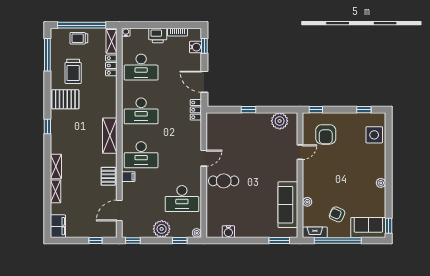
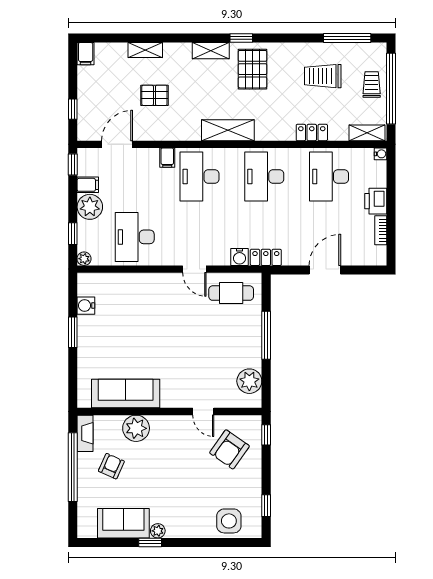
window: (204, 46) -> (360, 270), removed
water cooler: (196, 47) -> (240, 257), moved
locker: (111, 65) -> (312, 132), moved
door: (204, 82) -> (325, 270), moved
pallet: (65, 99) -> (253, 69), moved
window: (248, 110) -> (266, 335), width x2.17
armchair: (326, 134) -> (229, 449), turned -55
shelving: (56, 166) -> (211, 51), moved
pallet: (108, 176) -> (154, 95), moved
cafe table: (224, 181) -> (231, 293), moved, turned 90
plant: (307, 202) -> (136, 428), width x1.87, depth x1.87
door: (119, 211) -> (117, 144), hinge flipped
filing cabinet: (58, 226) -> (86, 54), width x0.50
window: (389, 226) -> (150, 542), moved
sofa: (368, 227) -> (123, 523), moved, turned -90
filing cabinet: (147, 230) -> (88, 185), added
window: (279, 240) -> (73, 332), moved

